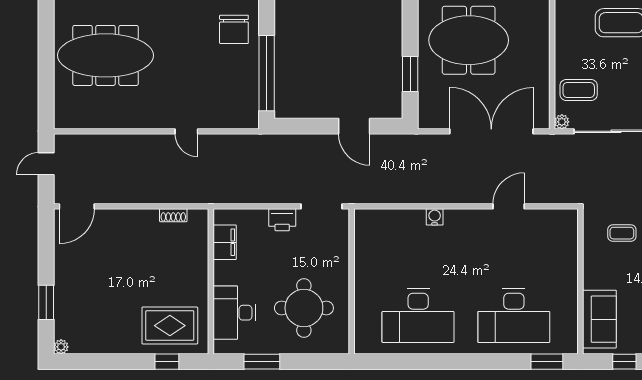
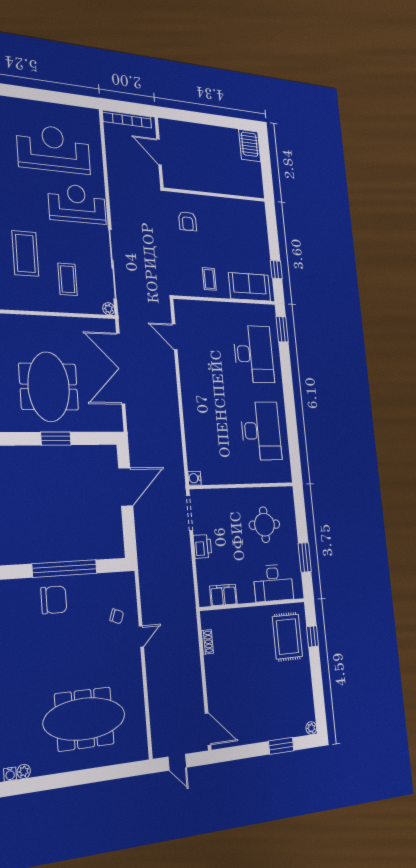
meeting table: (106, 55) -> (84, 719), turned 90
window: (267, 73) -> (65, 569), moved
window: (410, 74) -> (56, 439), moved
coffee table: (579, 90) -> (68, 279), moved
chair: (211, 103) -> (117, 616), added
door: (354, 126) -> (126, 487), width x1.36
door: (509, 206) -> (175, 337), moved
water cooler: (435, 217) -> (195, 478), moved
coffee table: (622, 233) -> (209, 279), moved
round table: (304, 308) -> (264, 525), width x0.73, depth x0.73

